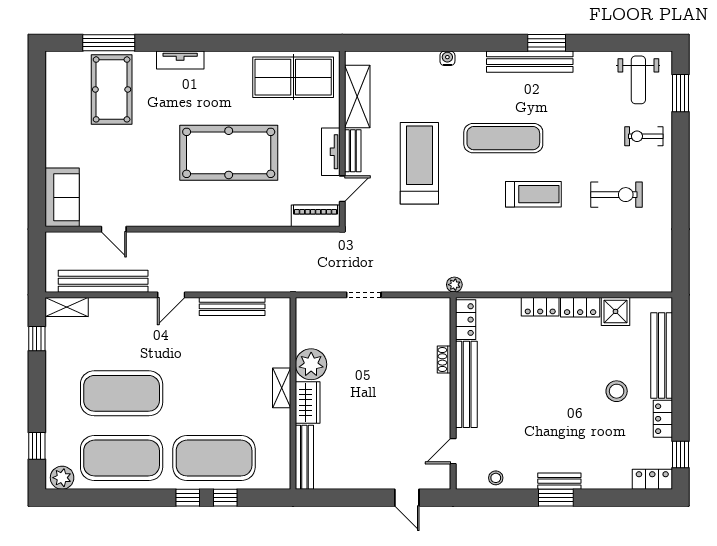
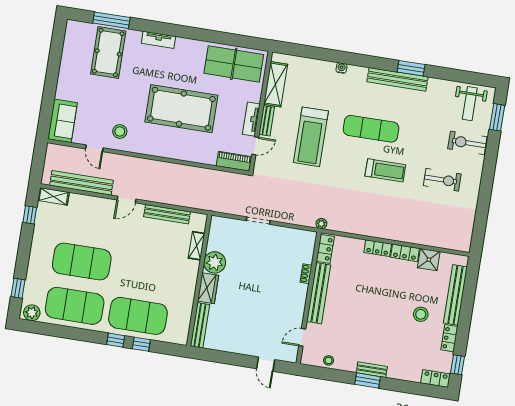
exercise bike: (644, 136) -> (467, 143), width x1.38, depth x1.39
treadmill: (419, 163) -> (311, 137), turned 180
stool: (146, 199) -> (120, 131), added
shelving: (282, 388) -> (197, 246), moved

